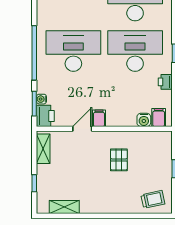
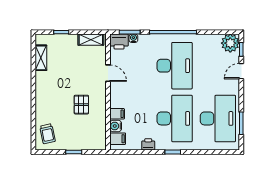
filing cabinet: (99, 118) -> (117, 114), moved
pallet: (119, 160) -> (81, 105), turned 90

